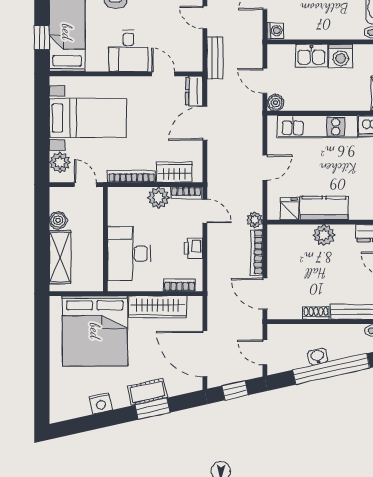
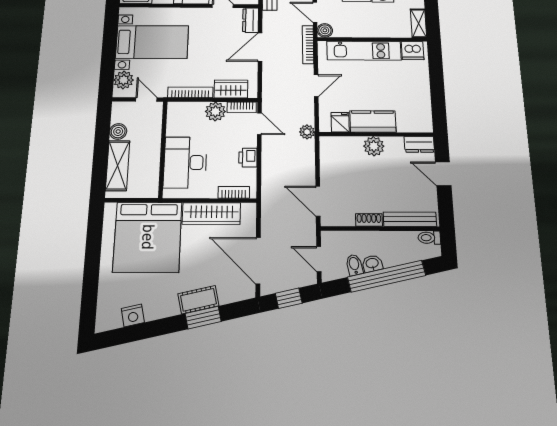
bookcase: (257, 252) -> (308, 45), moved
bidet: (300, 358) -> (354, 265), added
nightstand: (101, 403) -> (133, 315), moved

